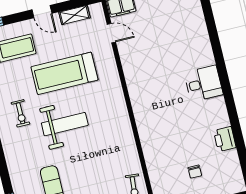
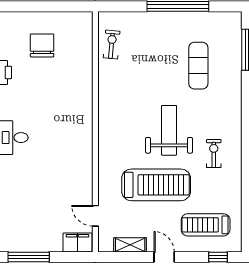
weight bench: (65, 124) -> (169, 130), turned 90
chair: (195, 172) -> (42, 45), width x1.87, depth x1.87

